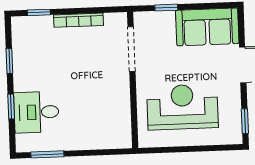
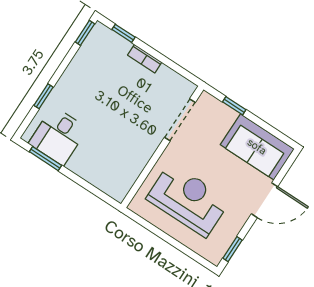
bookcase: (79, 20) -> (145, 59), width x0.64
window: (9, 61) -> (85, 33), moved
desk: (36, 112) -> (58, 136), moved, turned -90

